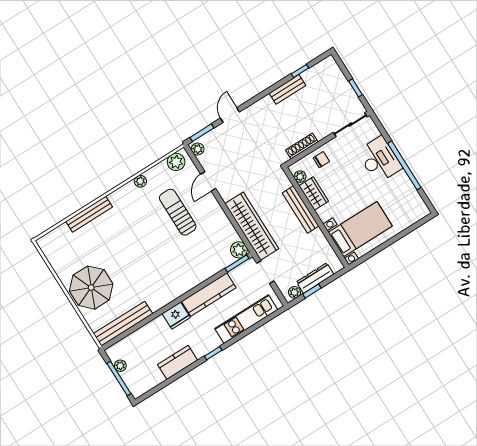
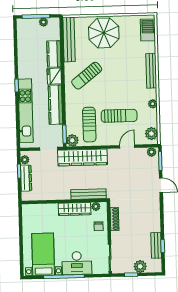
plant: (340, 83) -> (140, 266), added
bench: (288, 89) -> (156, 245), moved
door: (208, 181) -> (127, 147), hinge flipped
wardrobe: (314, 194) -> (75, 209), width x1.50
bench: (301, 209) -> (88, 194), moved
bench: (89, 214) -> (151, 71), moved
bed with nightstands: (360, 229) -> (43, 254), moved, turned 180
barbecue: (57, 238) -> (148, 30), added
sun lounger: (209, 241) -> (89, 125), added
sun lounger: (153, 278) -> (87, 76), added
kitchen unit: (246, 319) -> (26, 111), width x1.36
kitchen counter: (178, 362) -> (54, 54), moved, turned 180

